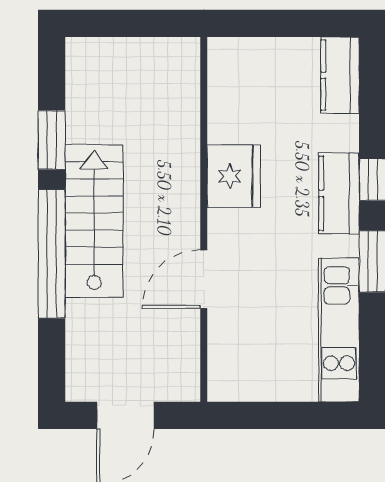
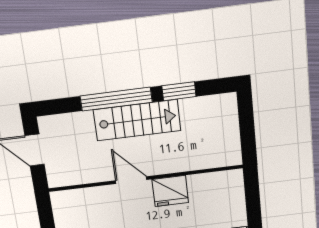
door: (204, 279) -> (131, 180), moved

